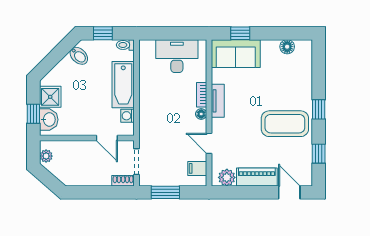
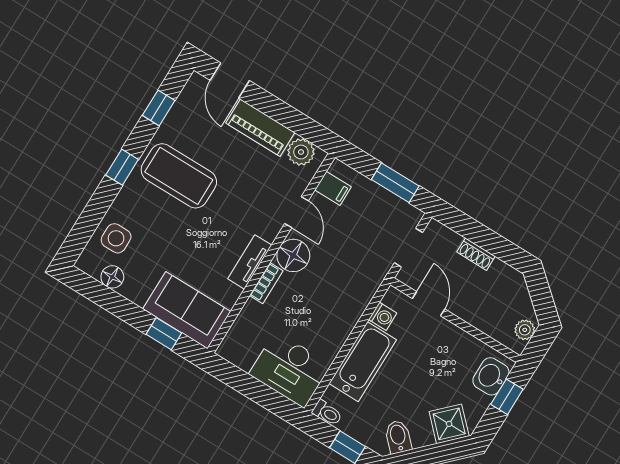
desk: (177, 56) -> (290, 369), moved
side table: (298, 69) -> (116, 238), added
shower: (50, 97) -> (449, 424), moved, turned 45
floor lamp: (201, 114) -> (293, 255), width x1.89, depth x1.89
shoe rack: (123, 181) -> (476, 254), moved

